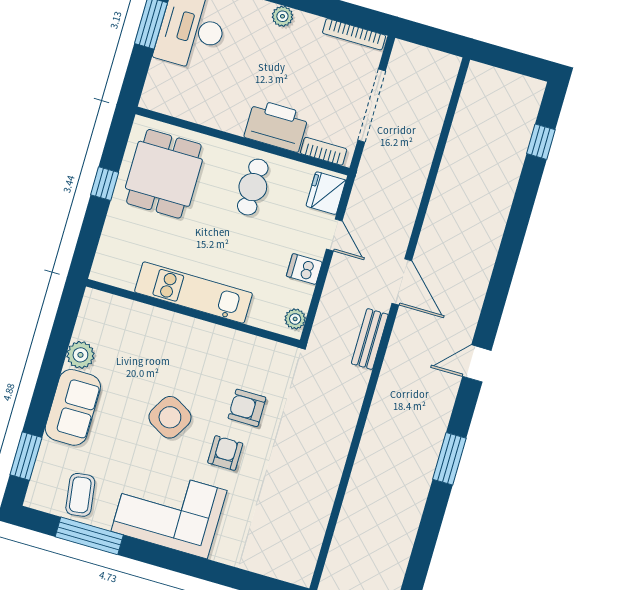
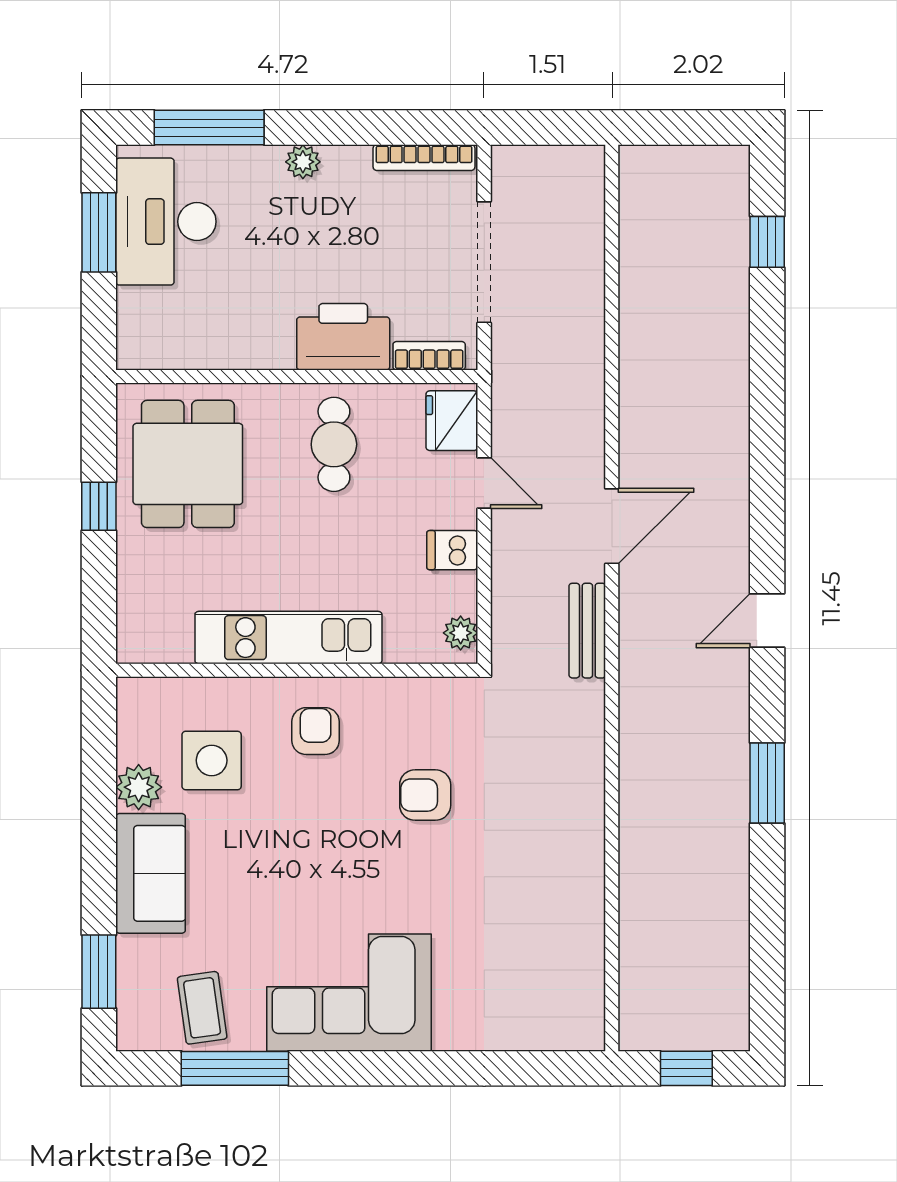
door: (402, 282) -> (612, 526), hinge flipped
side table: (170, 417) -> (212, 760), moved, turned -30
armchair: (225, 453) -> (316, 731), moved

